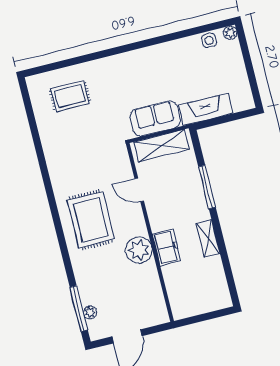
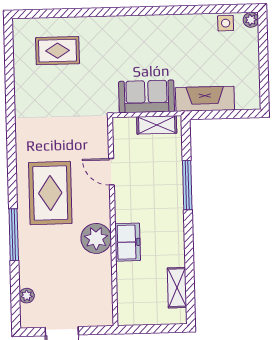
shelving: (161, 146) -> (157, 125), width x0.67, depth x0.75
shelving: (208, 239) -> (177, 288), moved
window: (79, 309) -> (14, 235), moved

